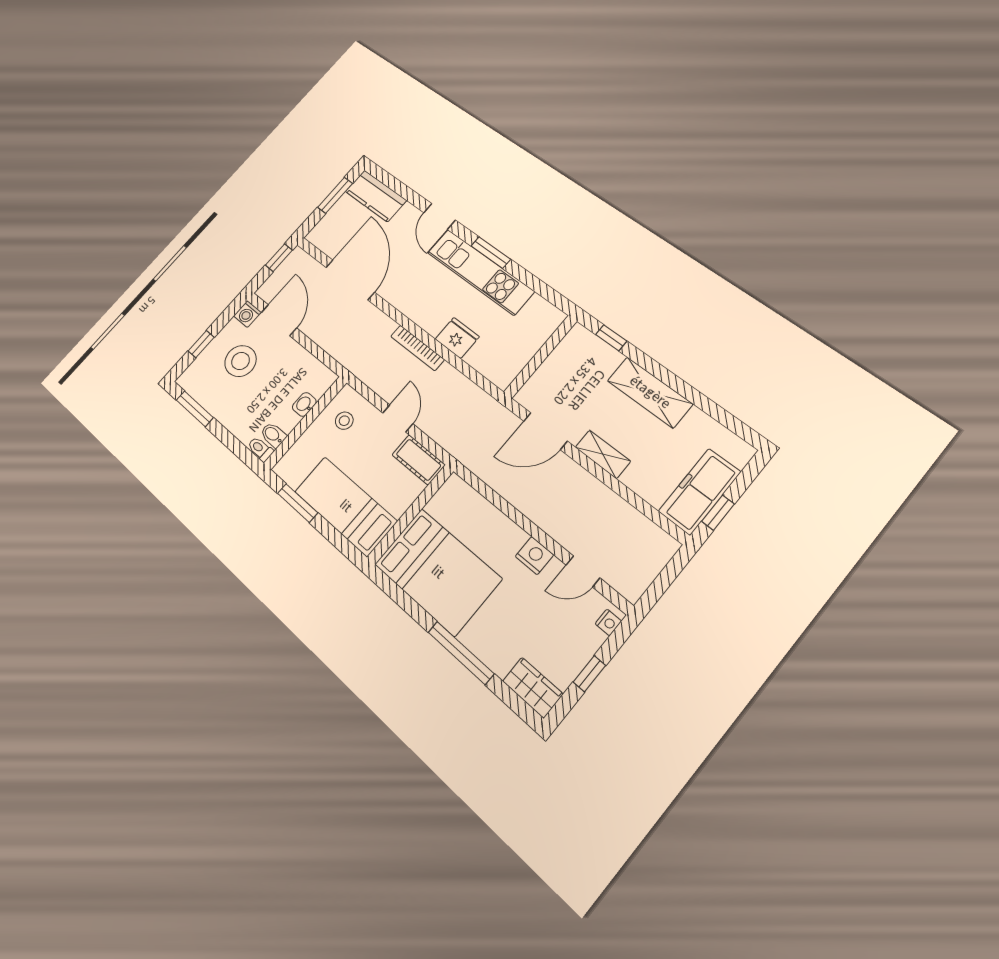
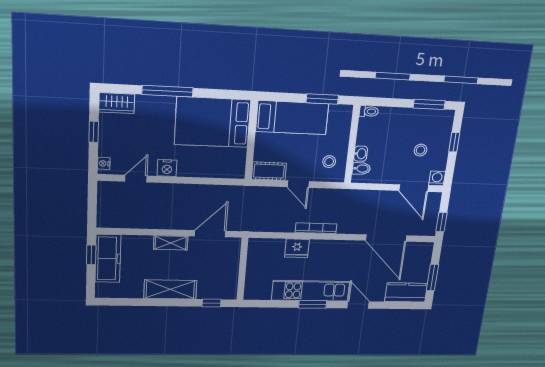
stool: (241, 361) -> (421, 150), width x0.53, depth x0.53
bidet: (273, 435) -> (361, 169), moved

